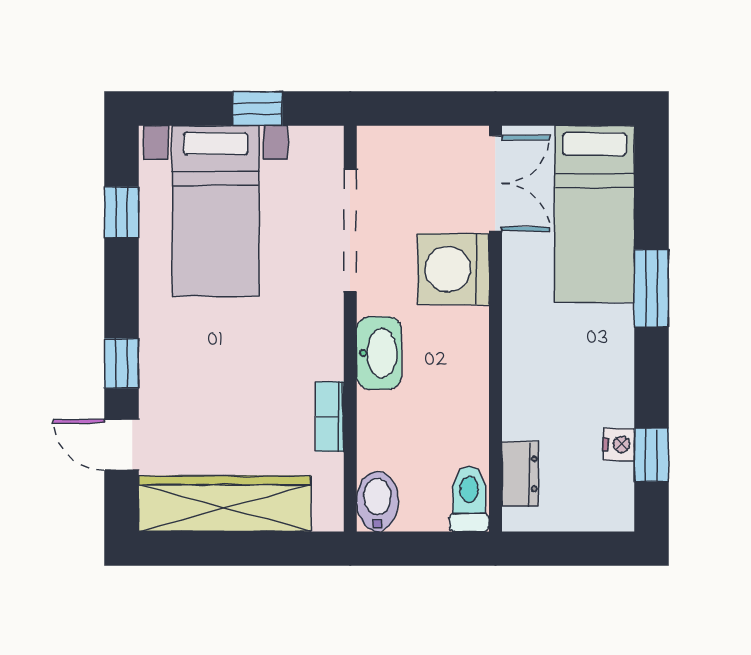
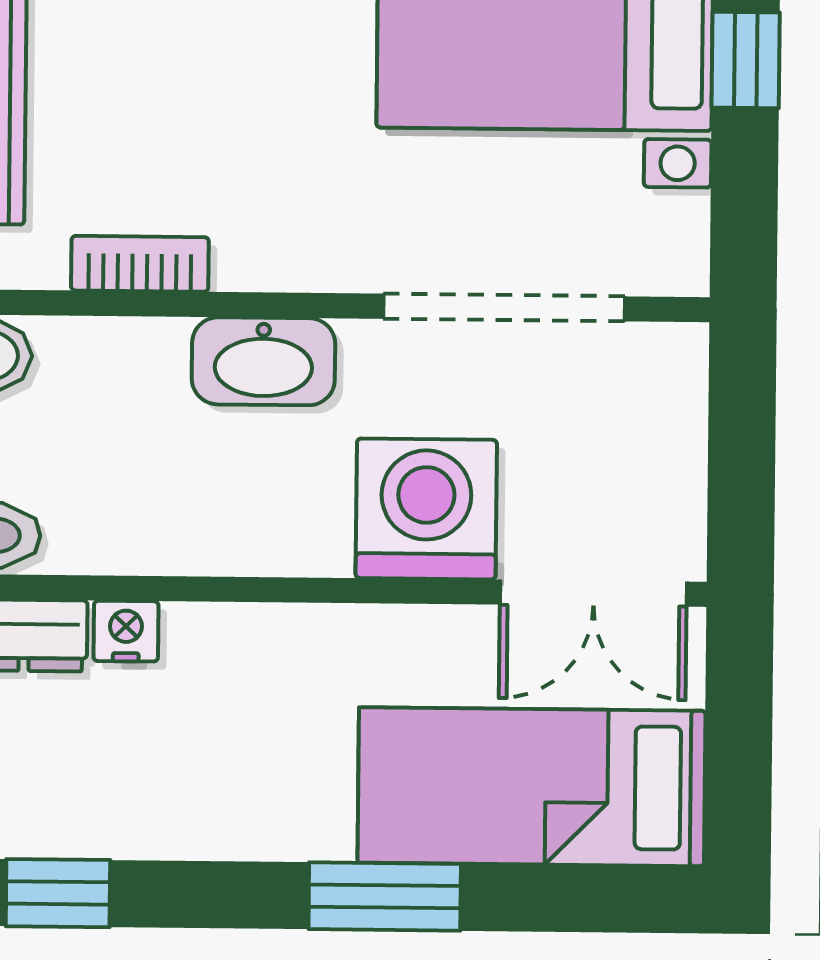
window: (257, 108) -> (746, 60), moved
nightstand: (619, 444) -> (126, 631), moved, turned 180

